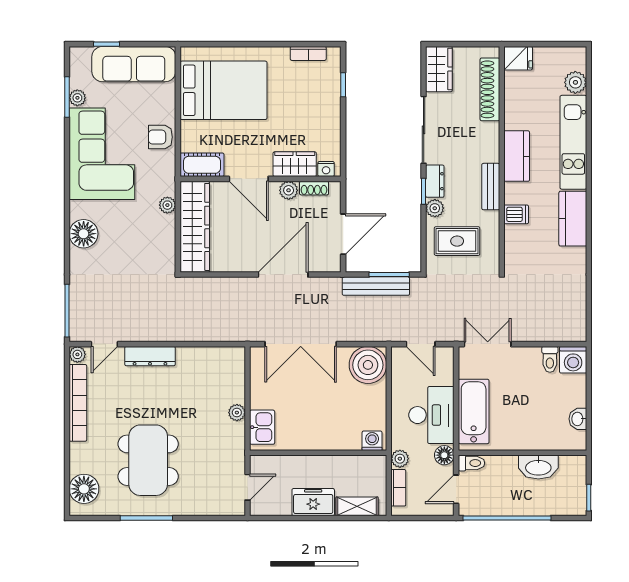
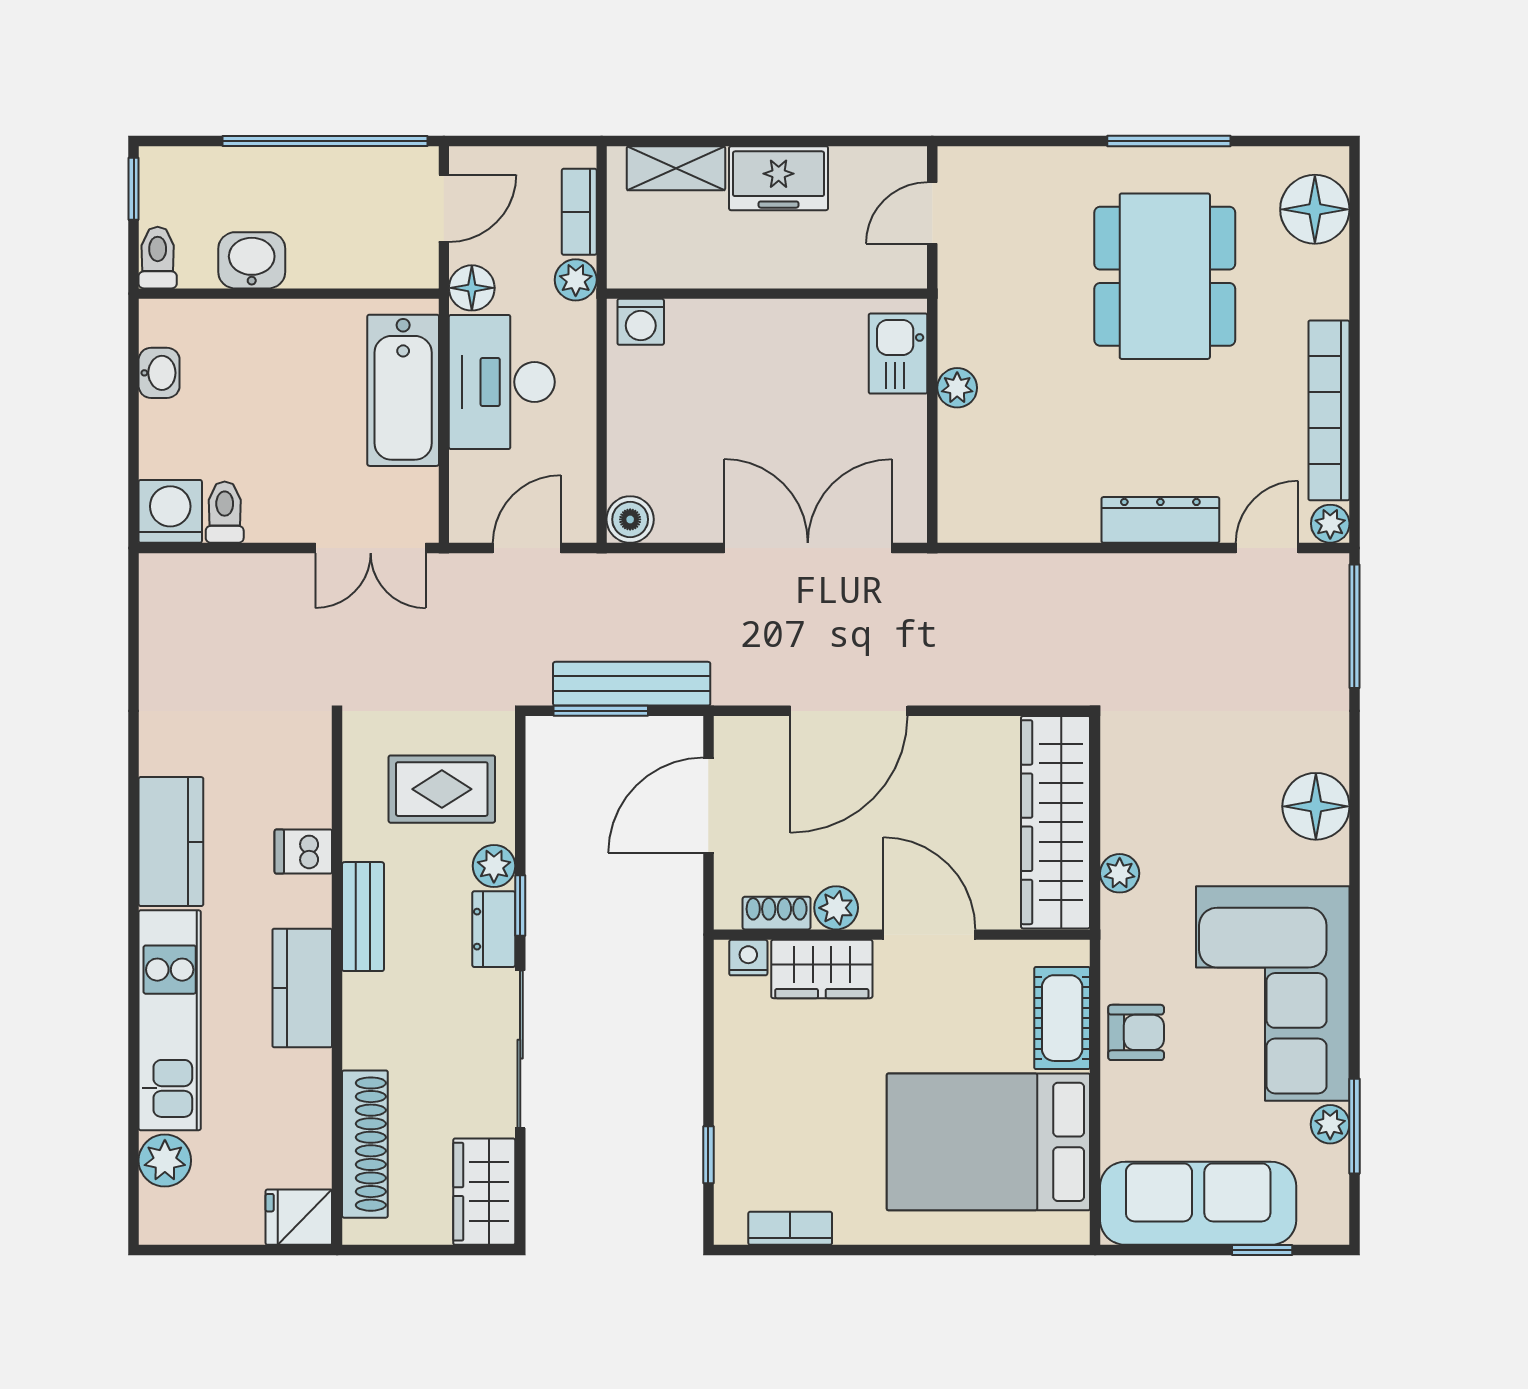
cot: (202, 165) -> (1062, 1018), moved, turned 90
door: (421, 344) -> (527, 548), hinge flipped
boiler: (368, 365) -> (630, 519), width x0.54, depth x0.54
toilet: (472, 463) -> (158, 258), moved, turned 90
washbasin: (538, 467) -> (252, 260), width x0.72

